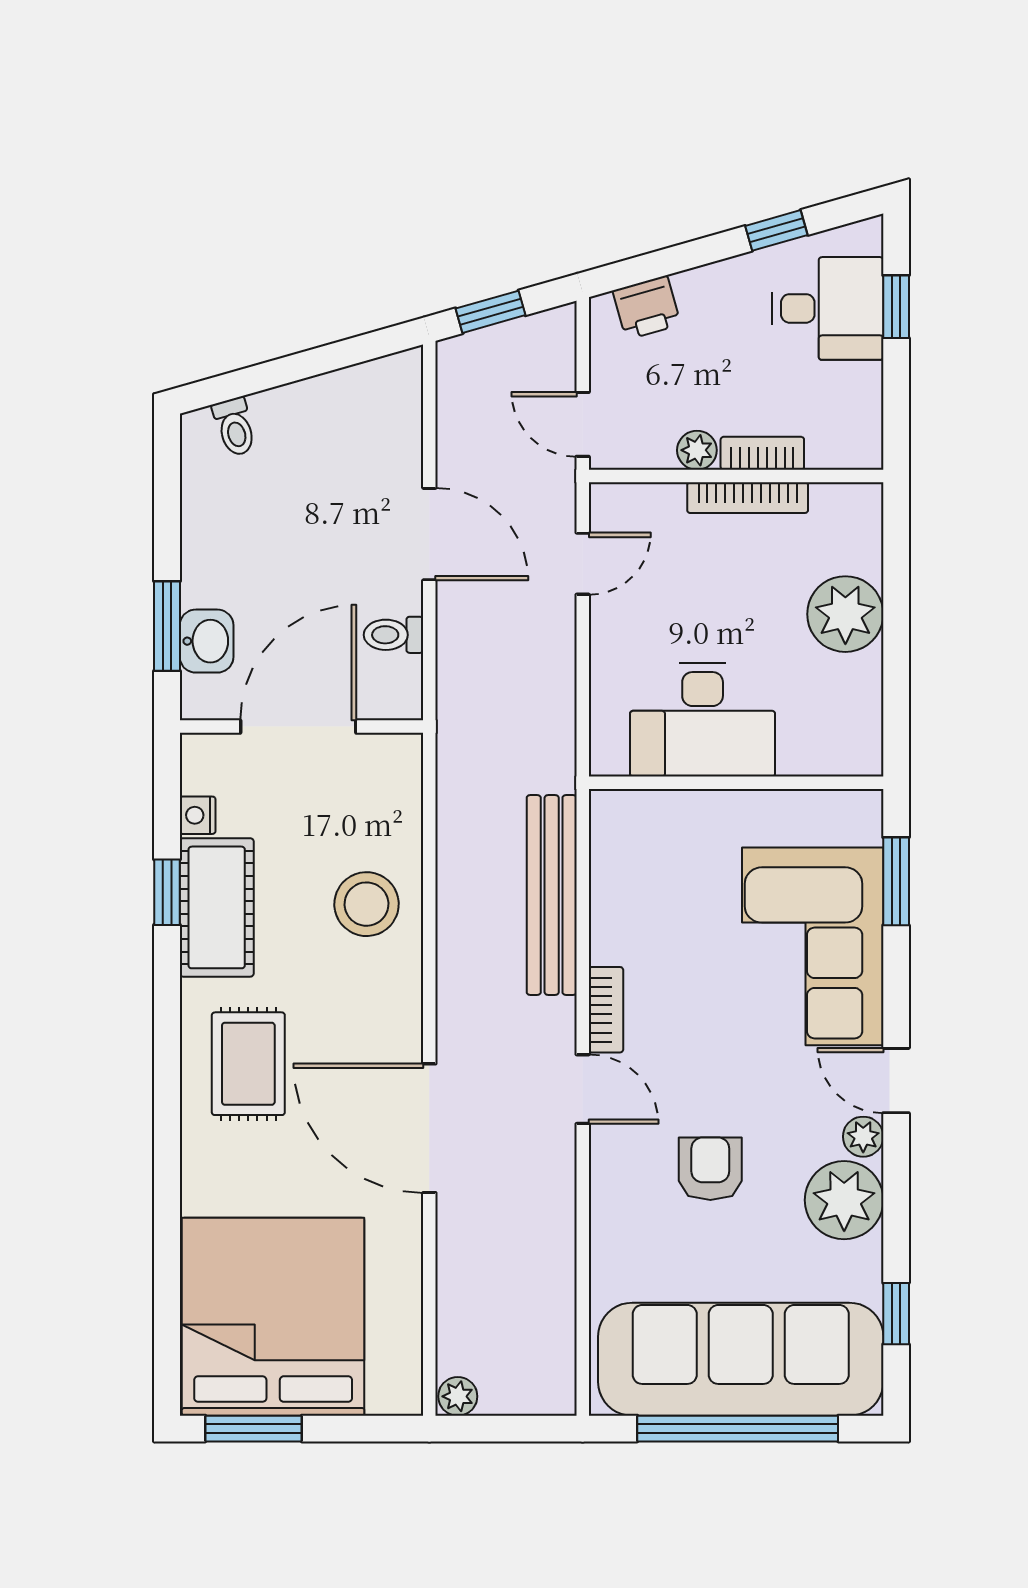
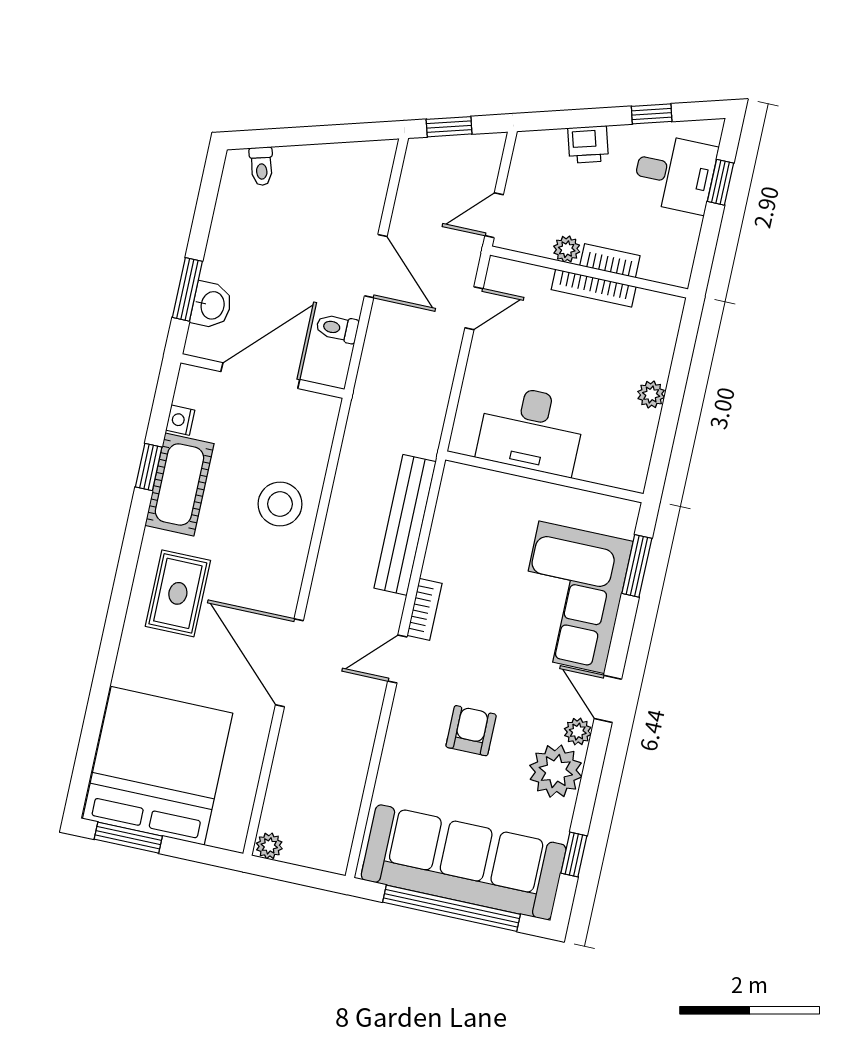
printer: (647, 308) -> (588, 144), moved
door: (583, 424) -> (494, 215), hinge flipped
plant: (845, 614) -> (651, 394), width x0.53, depth x0.53
door: (583, 1089) -> (397, 659), swing flipped

